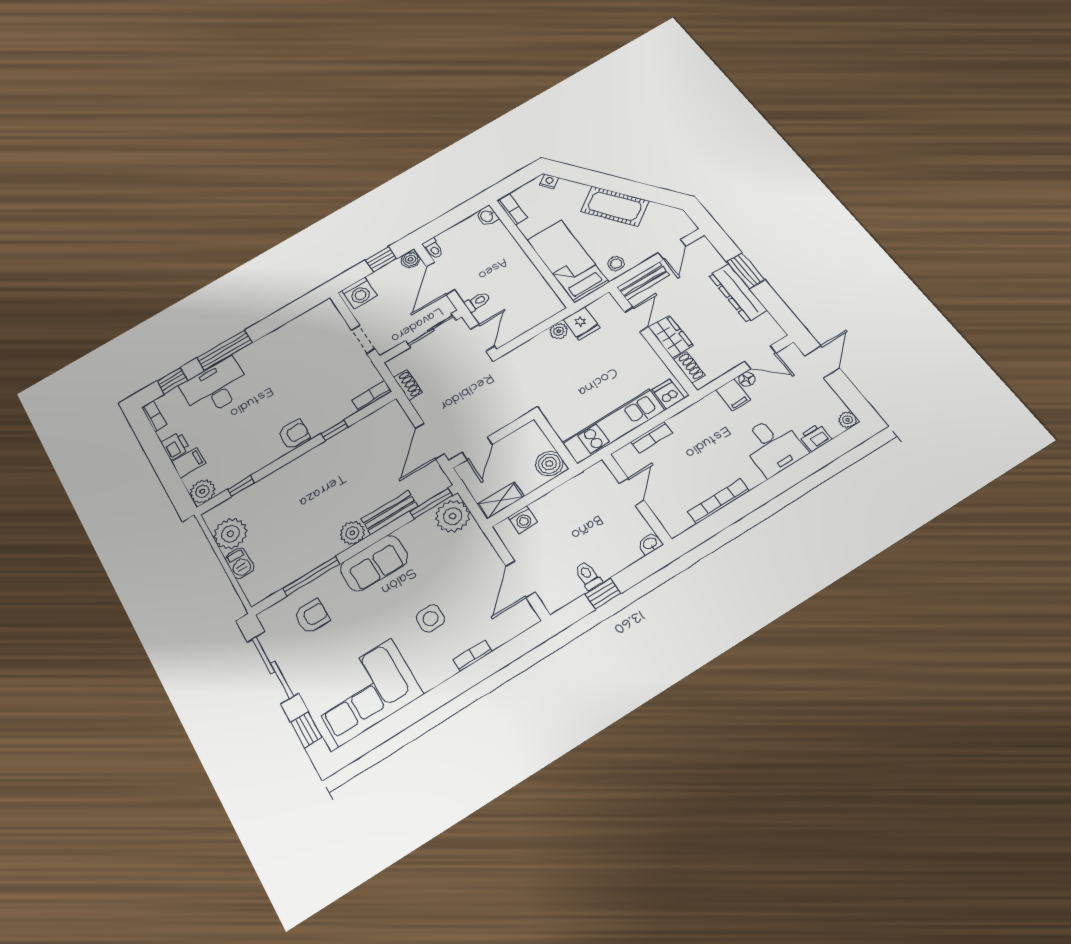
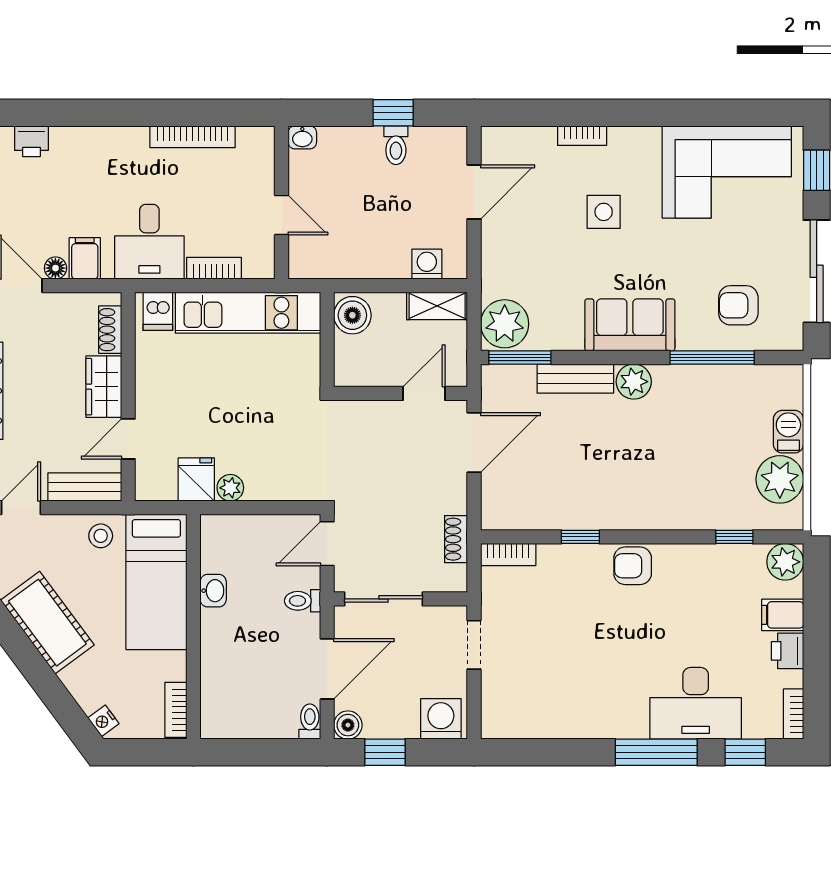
washbasin: (487, 216) -> (213, 591), moved
desk: (773, 446) -> (149, 242), moved, turned 180
door: (632, 492) -> (282, 215), swing flipped

